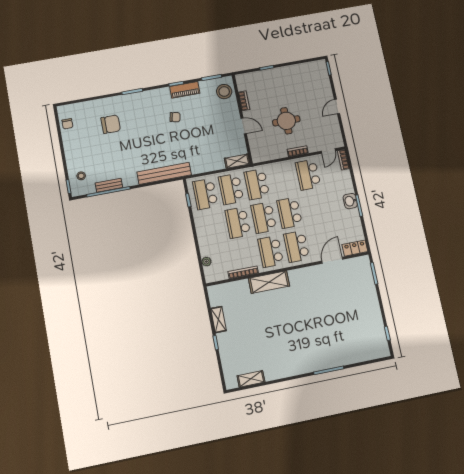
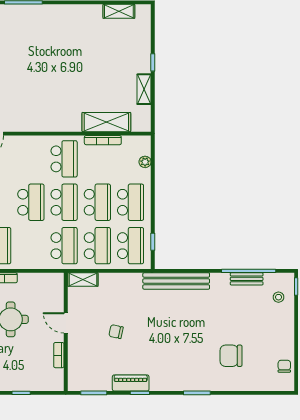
stool: (224, 92) -> (81, 372), removed
chair: (175, 117) -> (116, 332), moved
school desk: (297, 247) -> (131, 202), moved
shelving: (269, 282) -> (106, 122), moved

